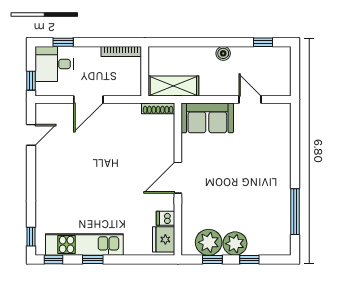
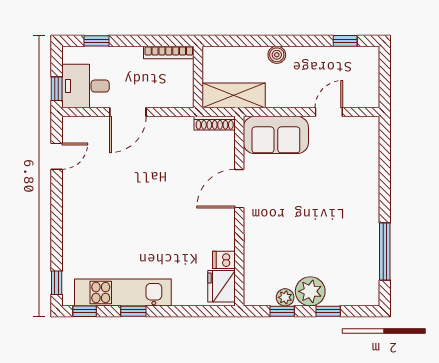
boiler: (223, 53) -> (277, 55), moved
desk: (54, 64) -> (85, 86), moved
door: (250, 99) -> (329, 112), hinge flipped
door: (178, 178) -> (239, 189), moved
plant: (209, 242) -> (285, 297), width x0.53, depth x0.53

